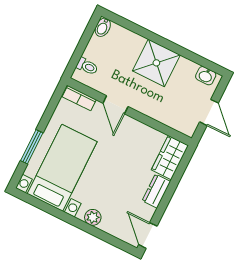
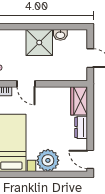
washbasin: (206, 76) -> (60, 35), moved
plant: (93, 217) -> (48, 160), width x1.88, depth x1.88

